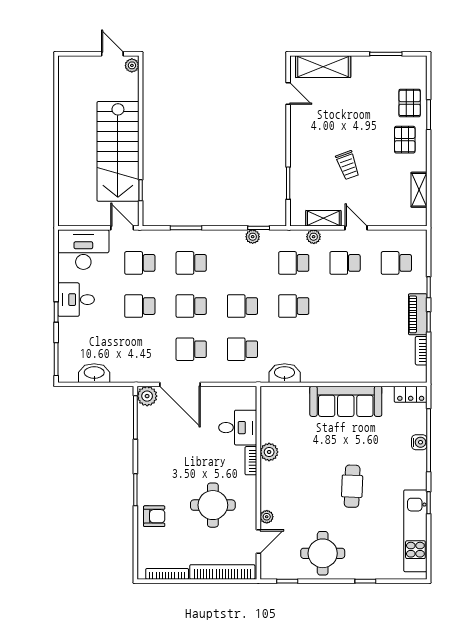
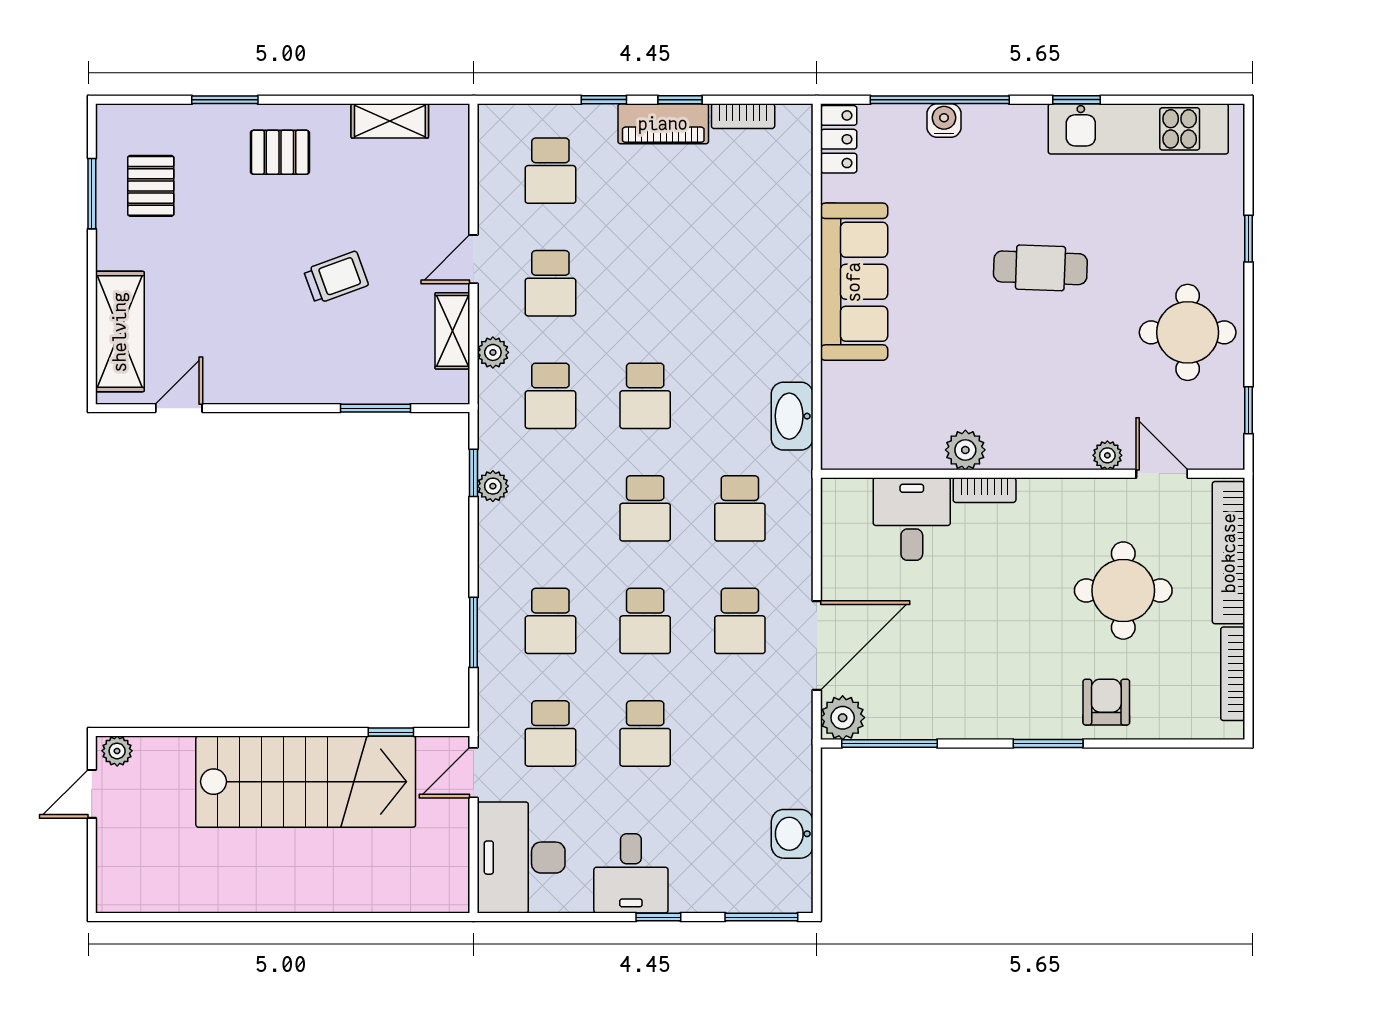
pallet: (410, 103) -> (151, 186), moved, turned 90
washbasin: (94, 373) -> (792, 834), width x0.72
round table: (213, 505) -> (1123, 591), moved

